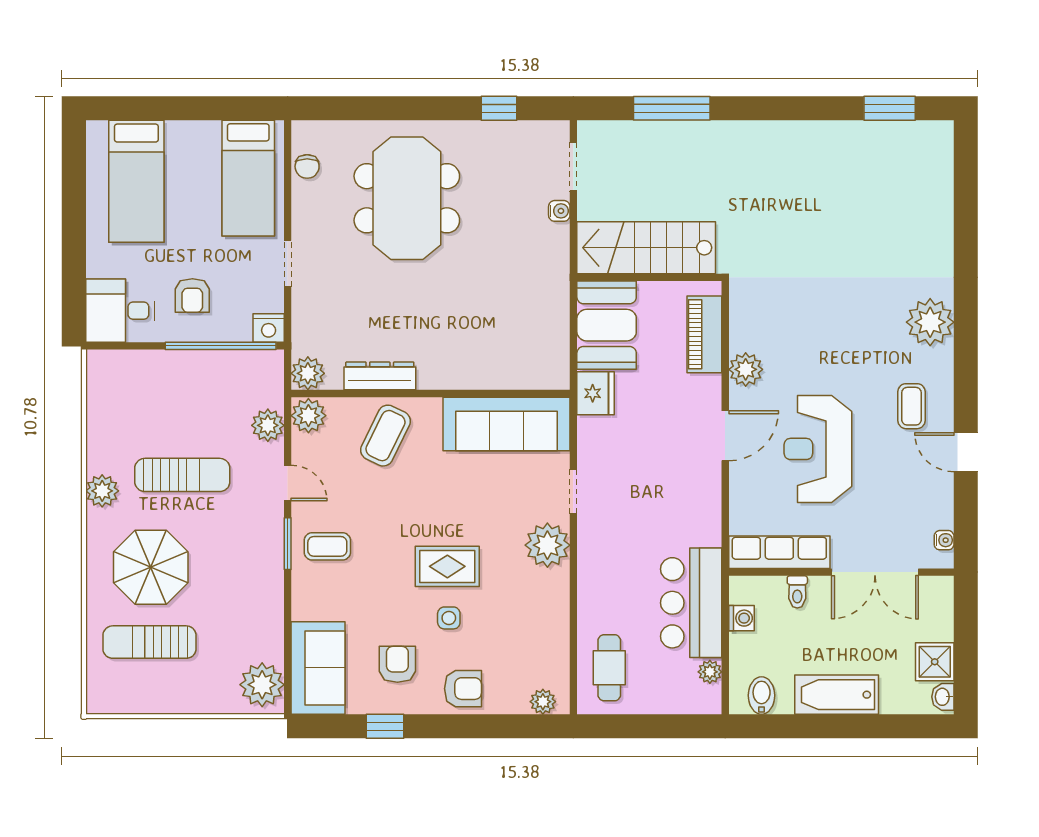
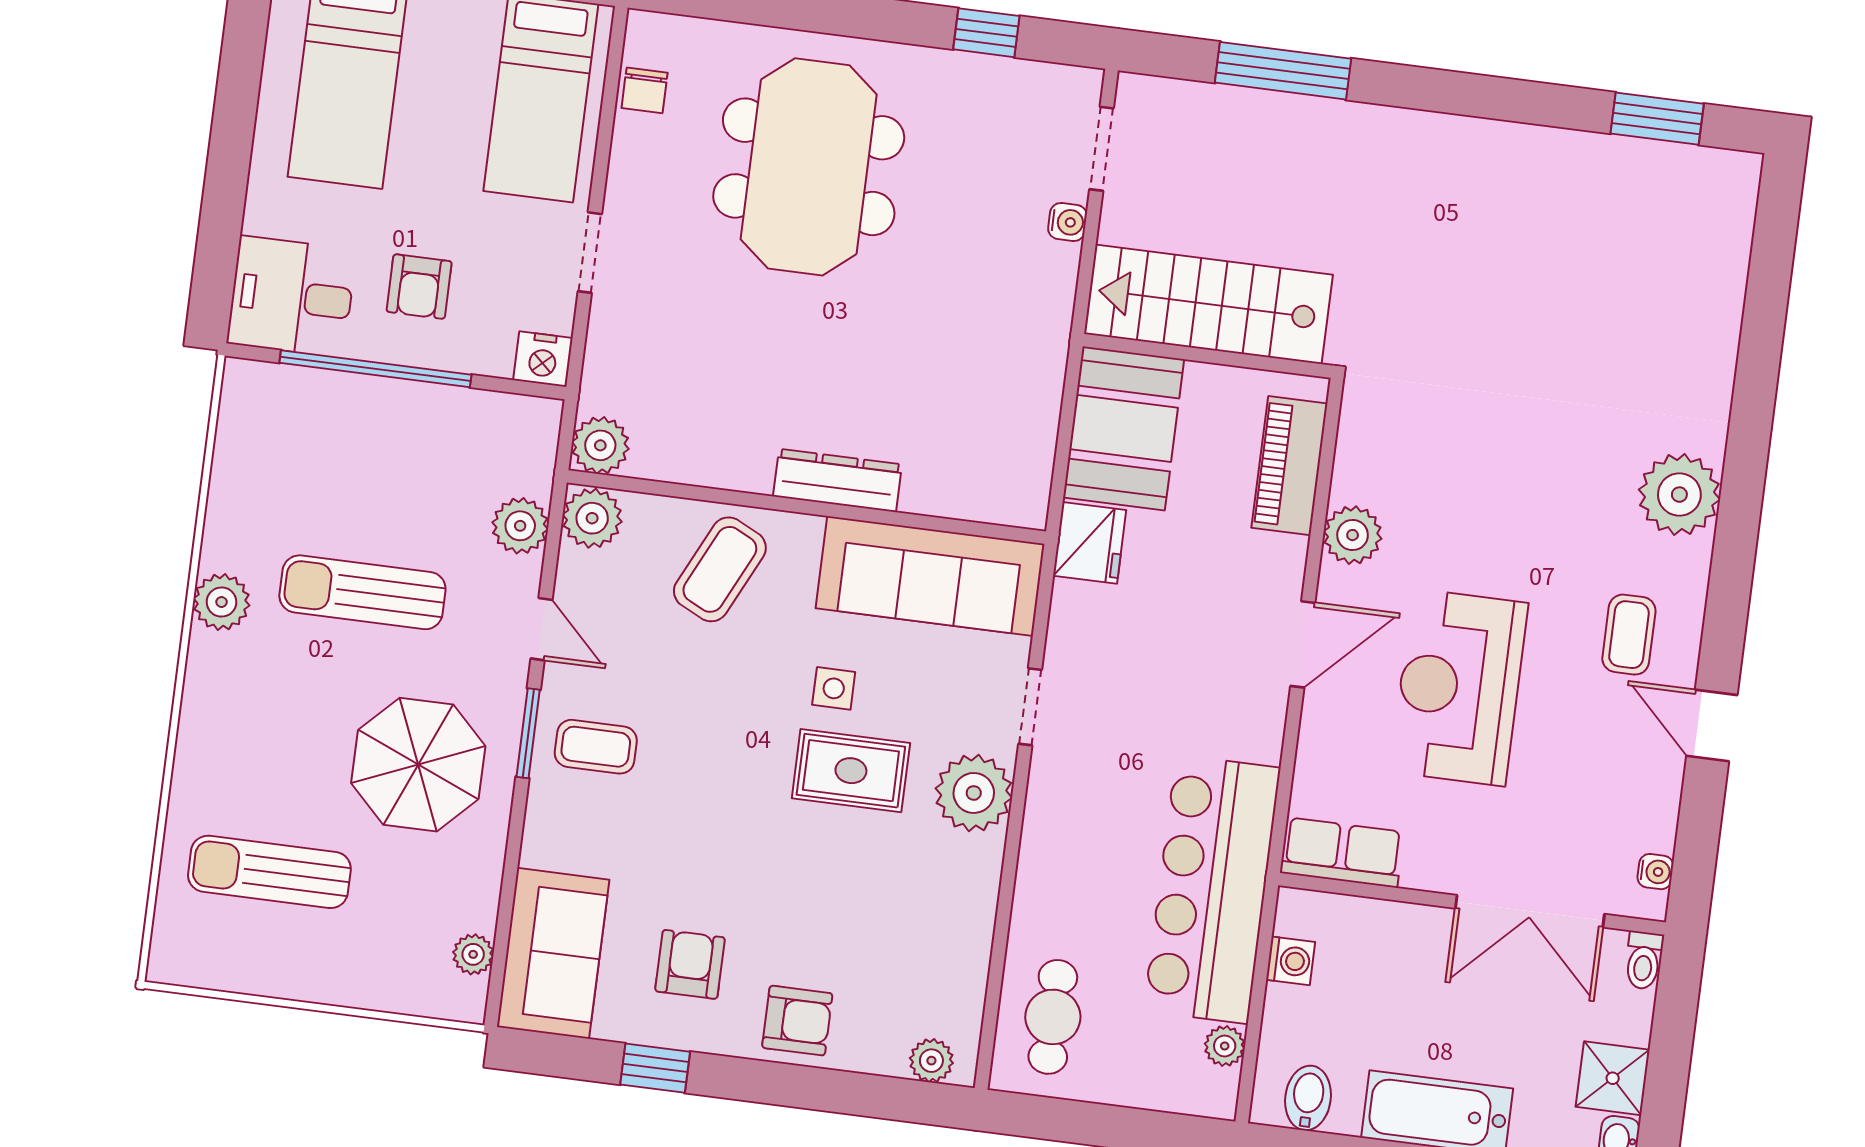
window: (221, 346) -> (375, 369), moved
dresser: (380, 376) -> (837, 480), moved
sun lounger: (182, 475) -> (362, 592), turned 180
row of seats: (779, 552) -> (1342, 852), width x0.68
rug: (447, 566) -> (851, 771), moved
parasol: (151, 567) -> (418, 765), moved
toilet: (797, 592) -> (1644, 960), moved
bar counter: (691, 603) -> (1212, 889), width x1.36
side table: (449, 618) -> (834, 688), moved
plant: (262, 685) -> (473, 954), width x0.53, depth x0.53

